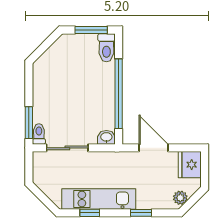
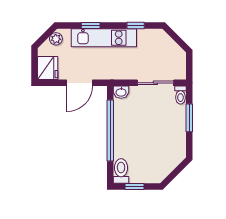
window: (91, 30) -> (135, 187), width x0.67
window: (29, 123) -> (189, 118), moved
door: (153, 148) -> (80, 83), hinge flipped
kitchen unit: (99, 199) -> (104, 38), moved

